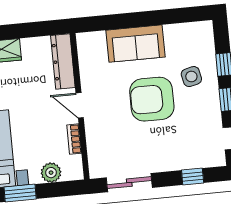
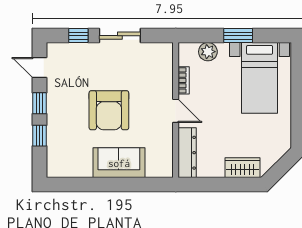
side table: (191, 77) -> (71, 127), removed
armchair: (152, 99) -> (109, 110), turned 90
sliding door: (129, 183) -> (120, 36), moved

